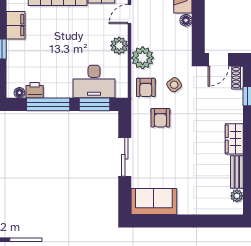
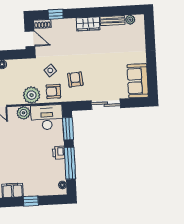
desk: (94, 81) -> (47, 117), moved, turned -90
armchair: (146, 87) -> (53, 91), turned 180
printer: (35, 90) -> (59, 153), moved
armchair: (160, 118) -> (75, 79), turned -95

